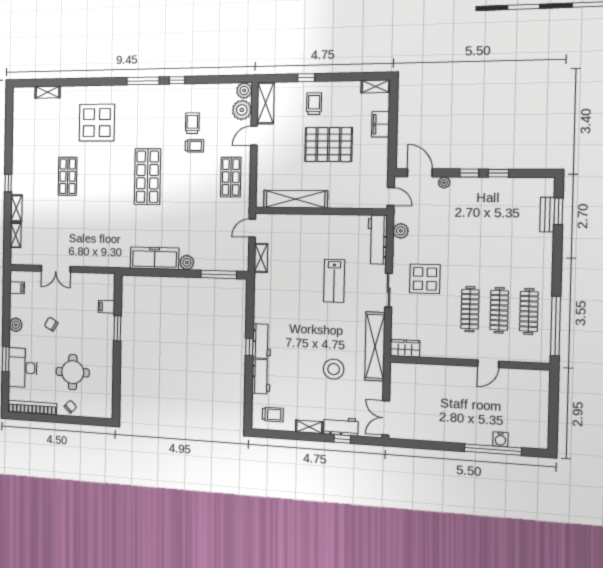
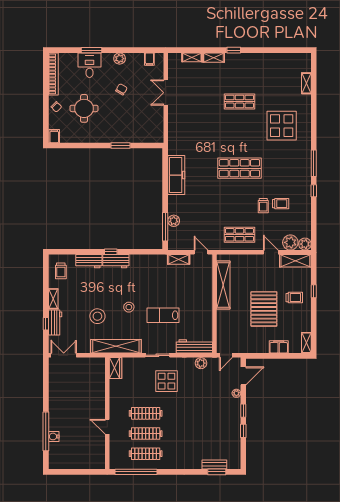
plant: (187, 262) -> (174, 221), moved
filing cabinet: (107, 307) -> (54, 136), moved
stool: (322, 326) -> (129, 307), added
desk: (23, 368) -> (90, 65), width x0.73

